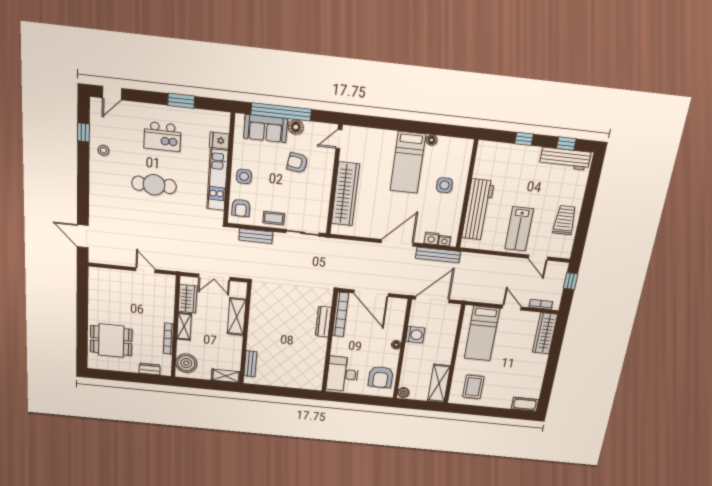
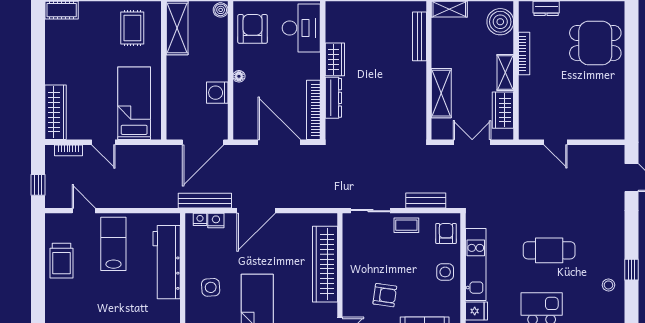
window: (83, 132) -> (631, 270), moved
wardrobe: (319, 349) -> (335, 59), added
bench: (250, 364) -> (419, 36), width x1.36

